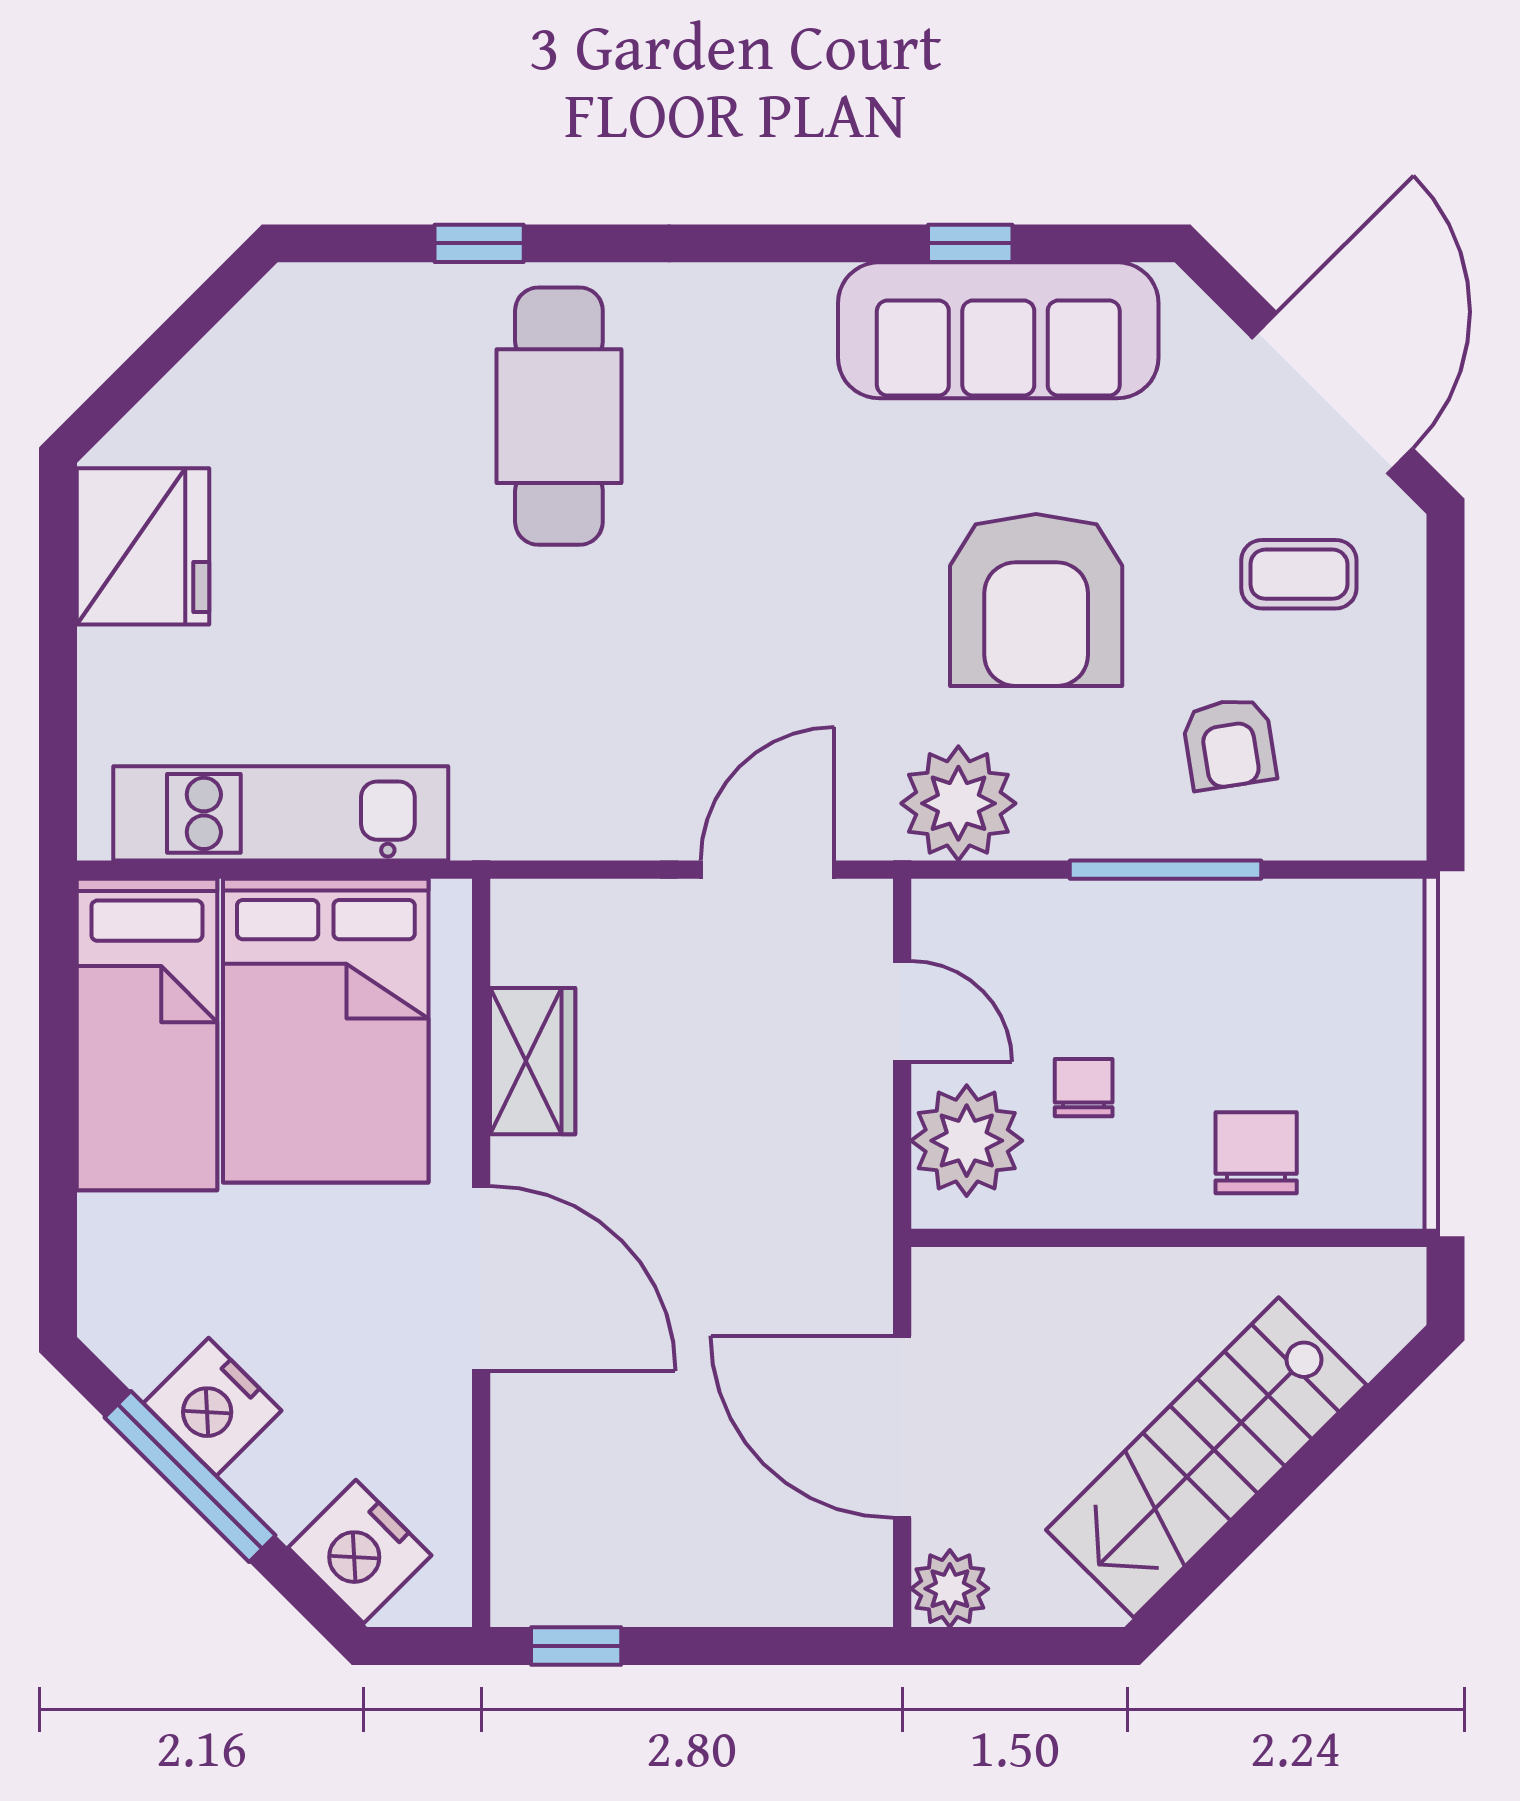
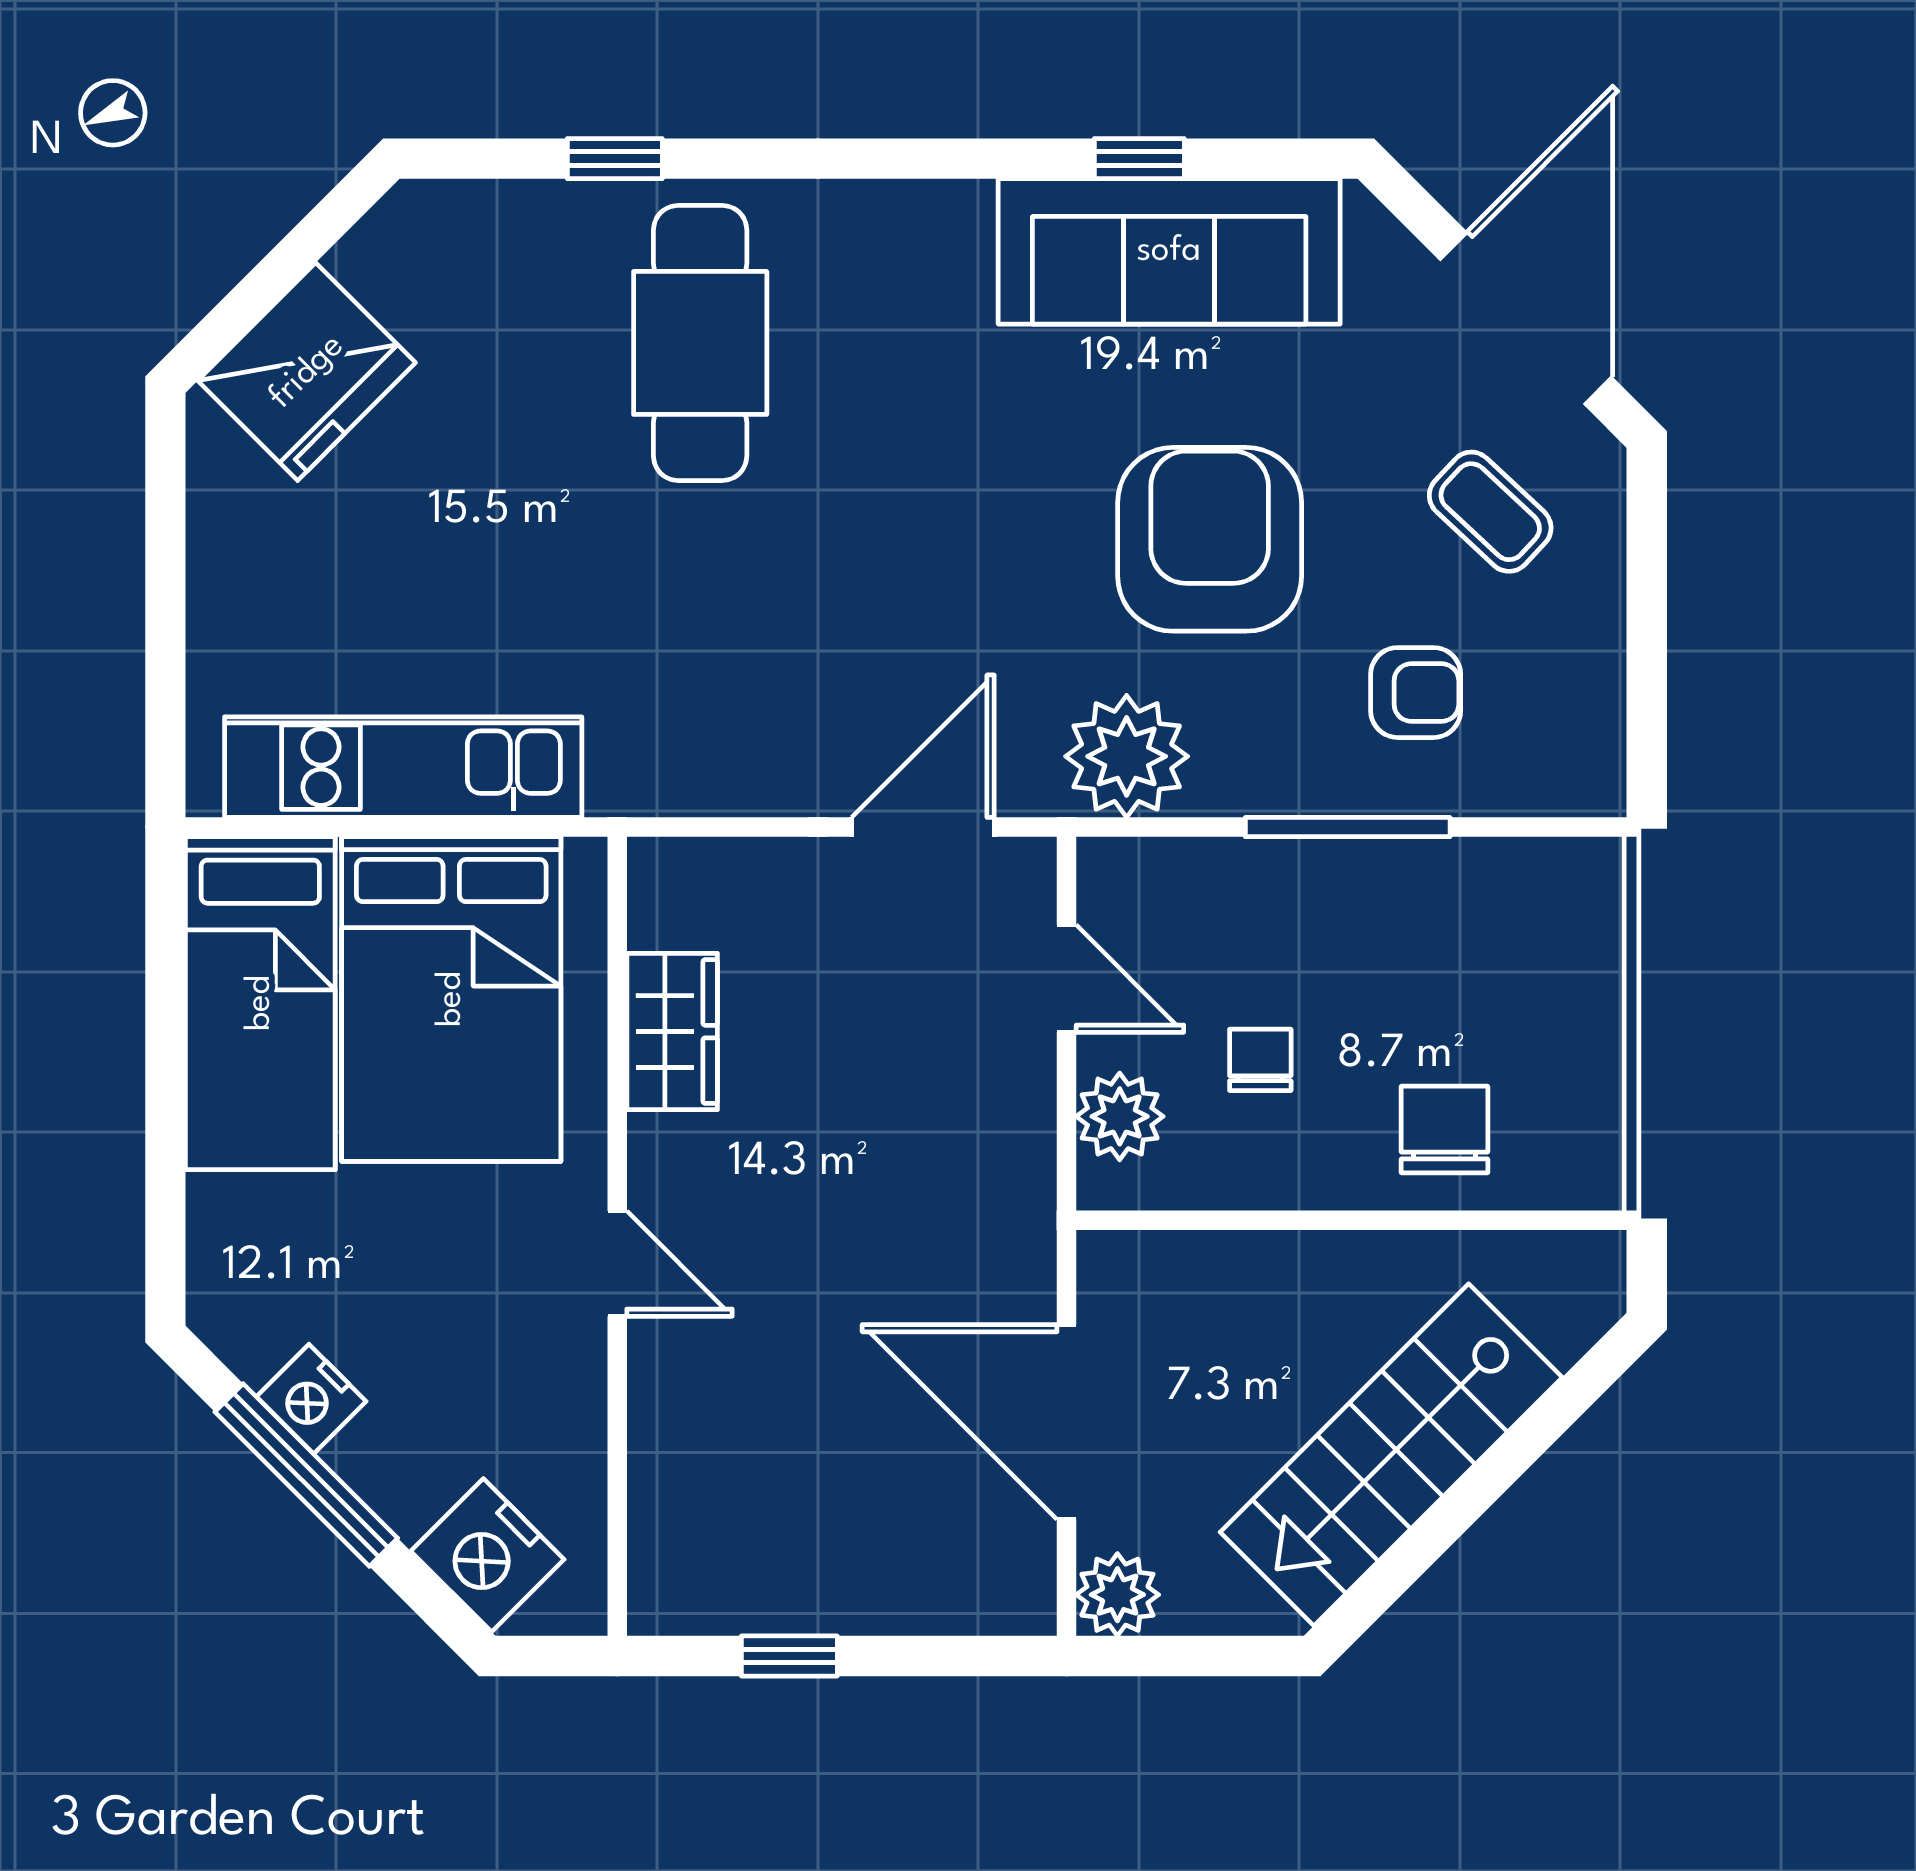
fridge: (143, 546) -> (307, 372), moved, turned 45
coffee table: (1299, 574) -> (1490, 512), turned 43
armchair: (1036, 600) -> (1210, 539), turned 180
armchair: (1229, 744) -> (1416, 693), turned -81
plant: (967, 1141) -> (1120, 1116), width x0.73, depth x0.73
door: (481, 1278) -> (617, 1264), width x0.53
nightstand: (212, 1407) -> (311, 1399), width x0.74, depth x0.75
window: (576, 1646) -> (789, 1656), moved

